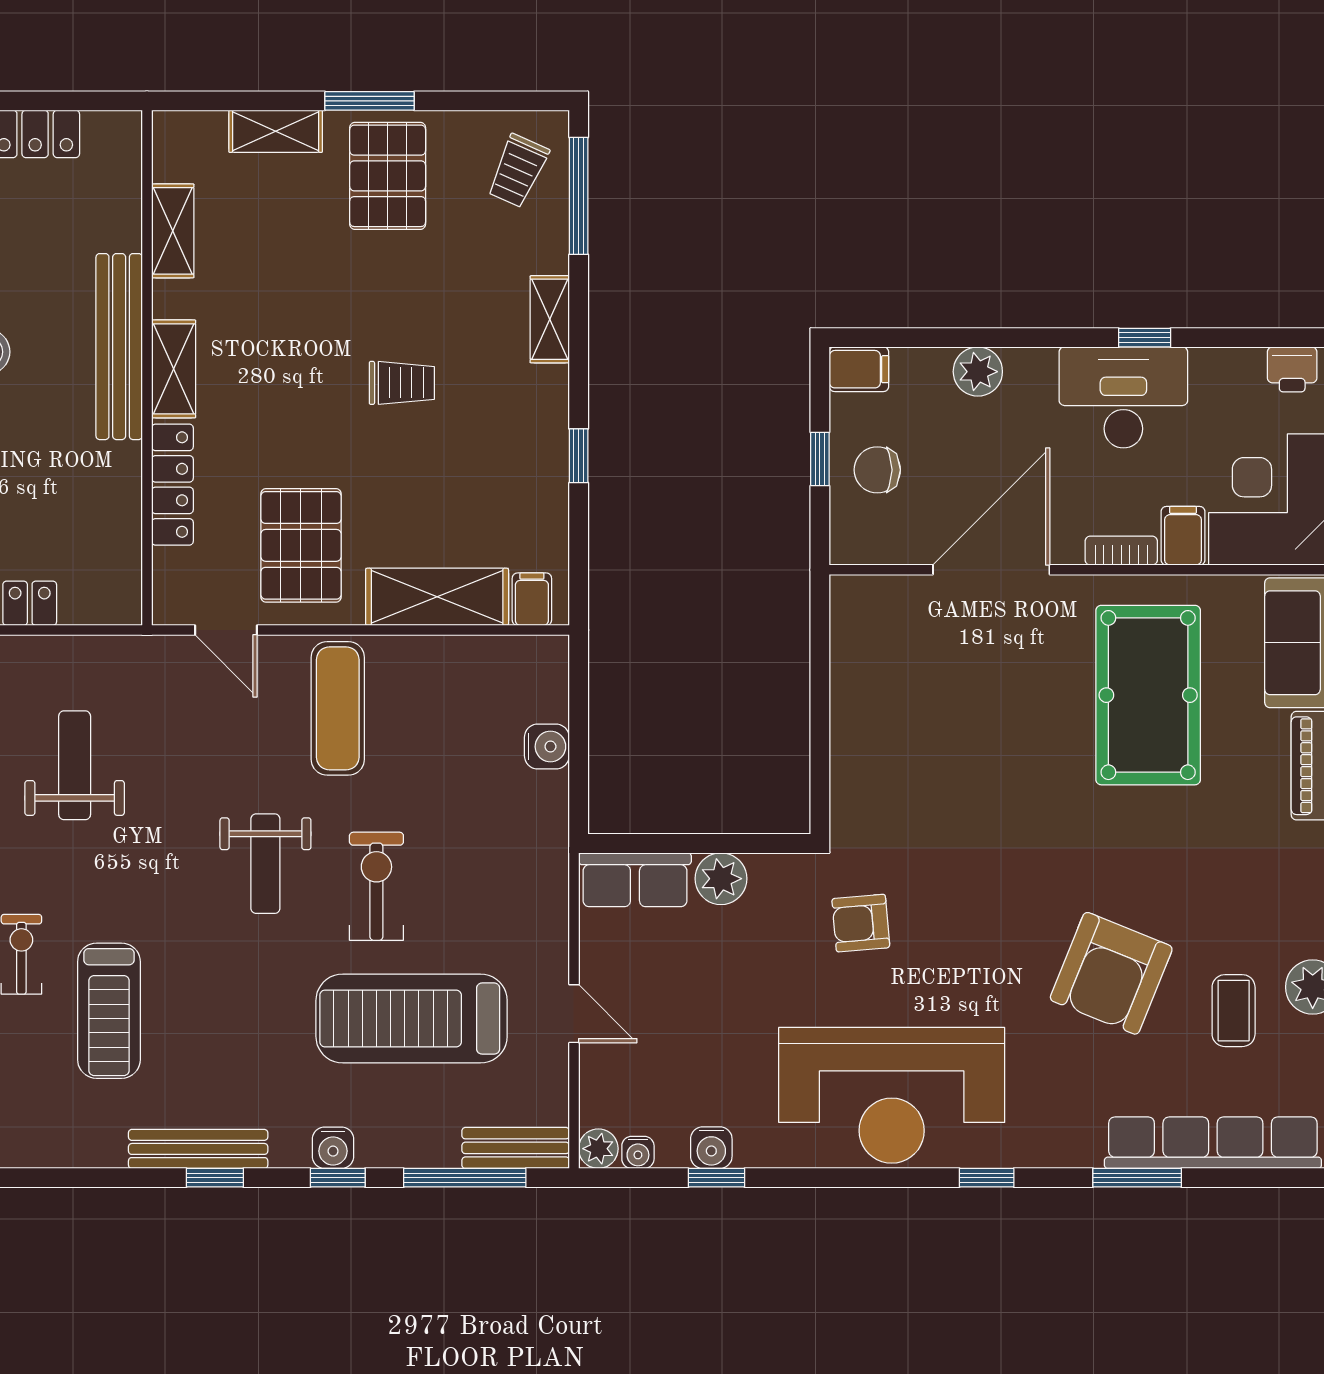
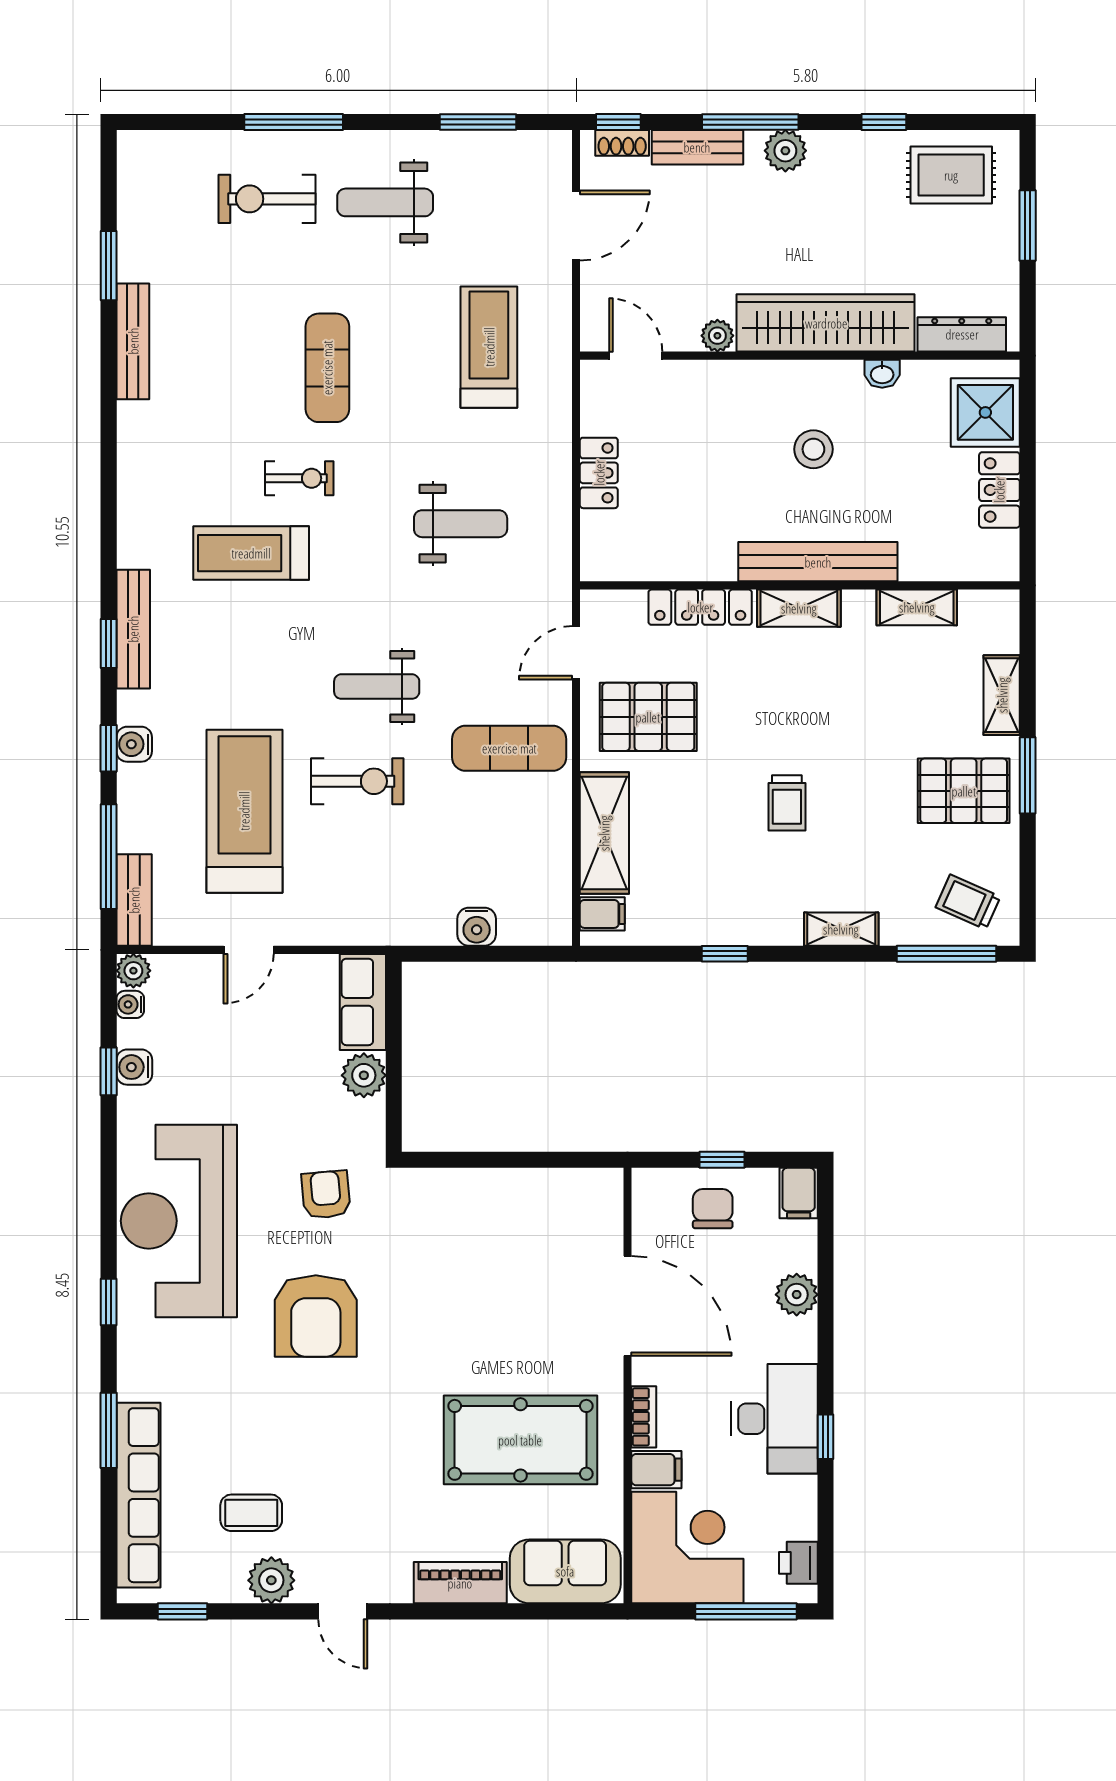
armchair: (1111, 973) -> (316, 1316), moved, turned -112

